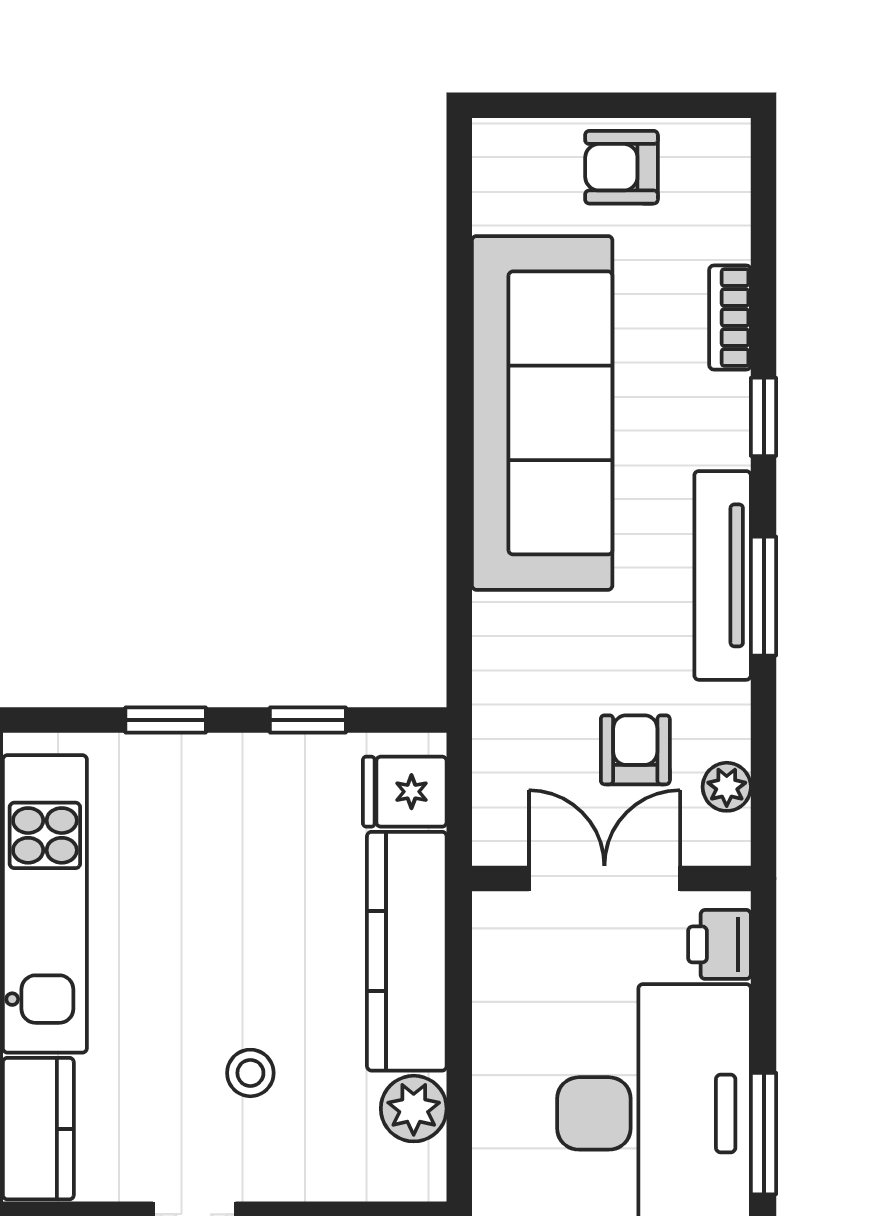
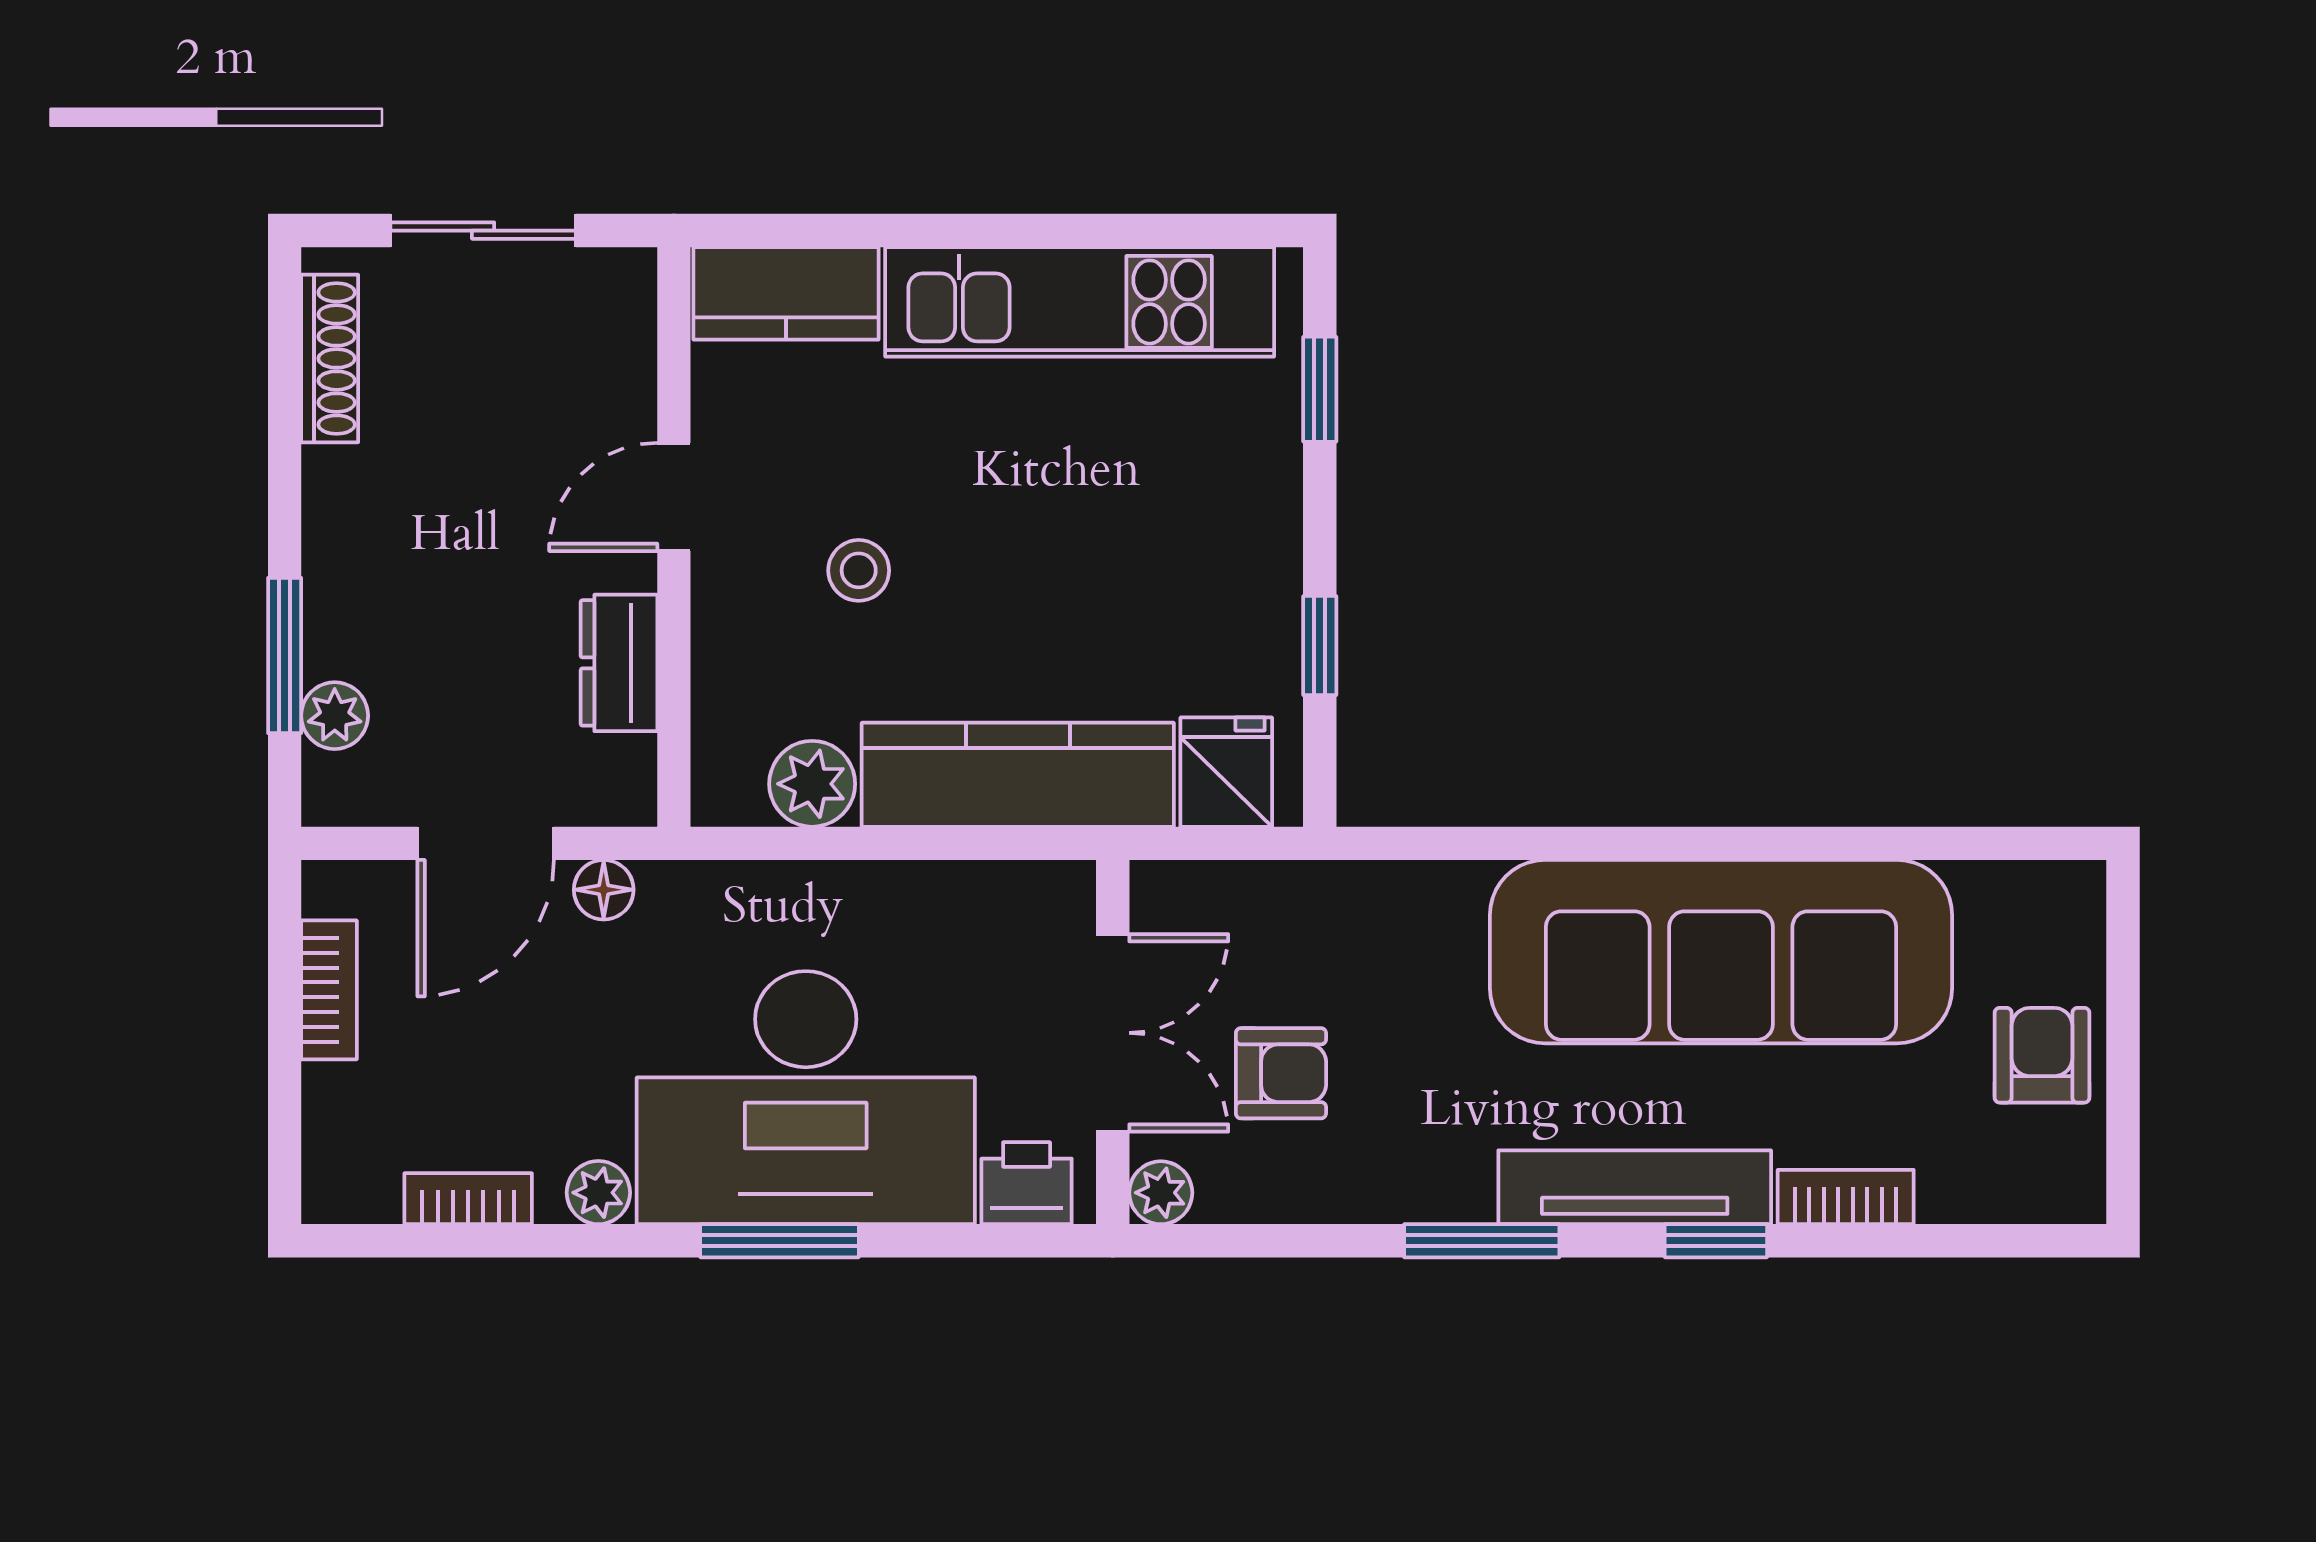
tv unit: (723, 575) -> (1635, 1187), moved
window: (166, 720) -> (1320, 389), moved
plant: (727, 787) -> (1161, 1193), moved

